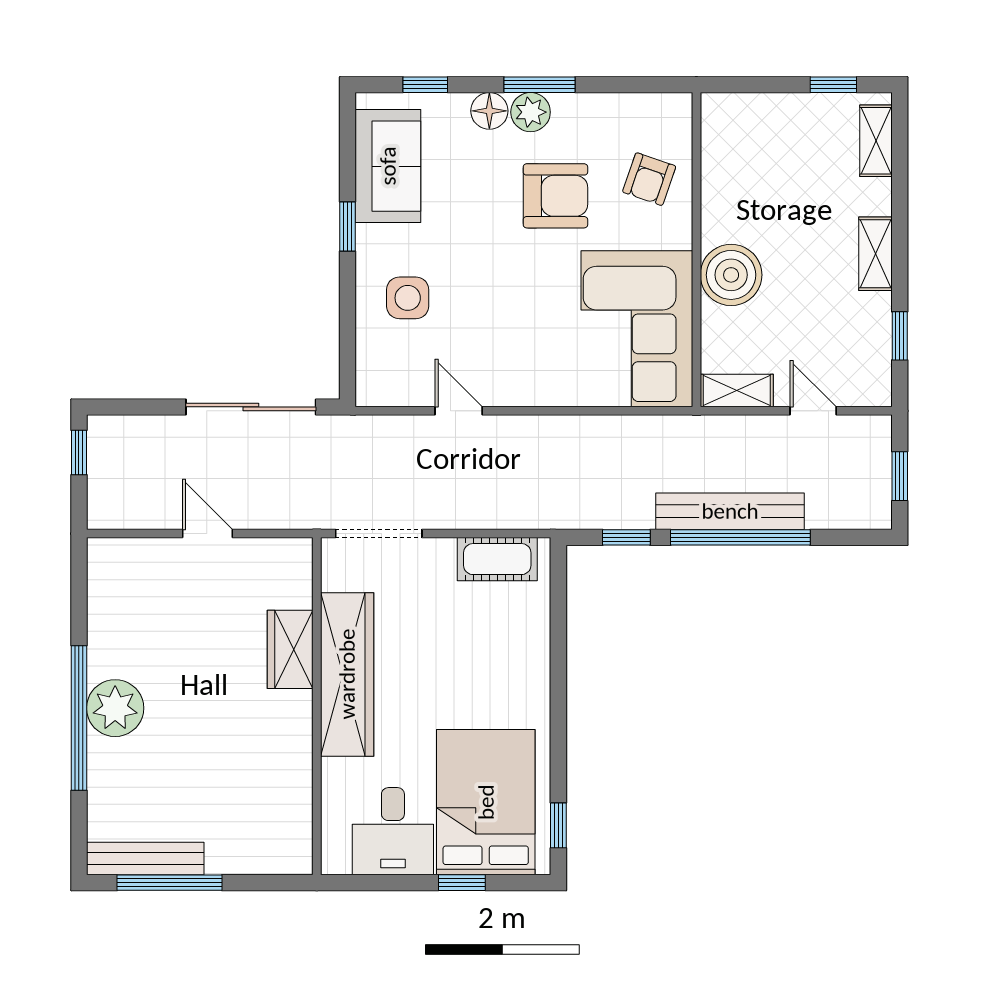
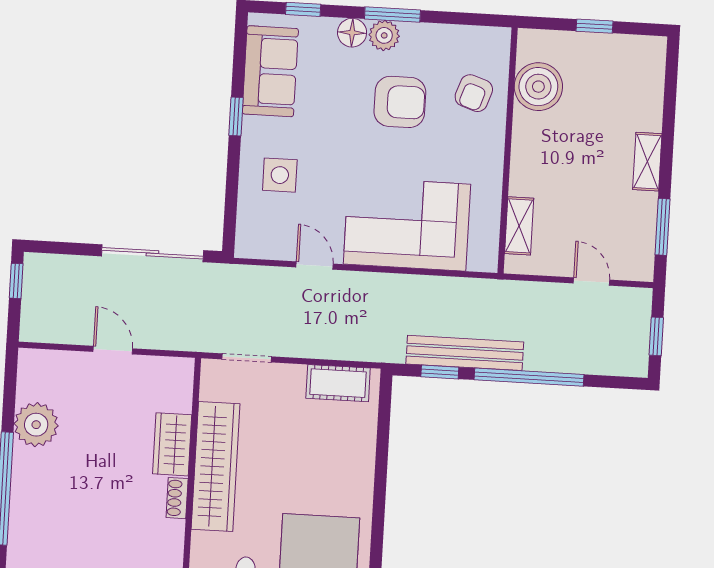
window: (833, 85) -> (595, 26), moved
shelving: (876, 141) -> (653, 73), removed
boiler: (731, 275) -> (538, 87), moved
corner sofa: (637, 329) -> (407, 224), moved, turned 90
window: (900, 336) -> (663, 227), width x1.50
shelving: (737, 391) -> (519, 226), moved, turned 90
bench: (730, 511) -> (465, 353), moved
doorway: (379, 534) -> (247, 358), width x0.73
plant: (115, 708) -> (36, 425), moved
shoe rack: (300, 718) -> (177, 498), added

